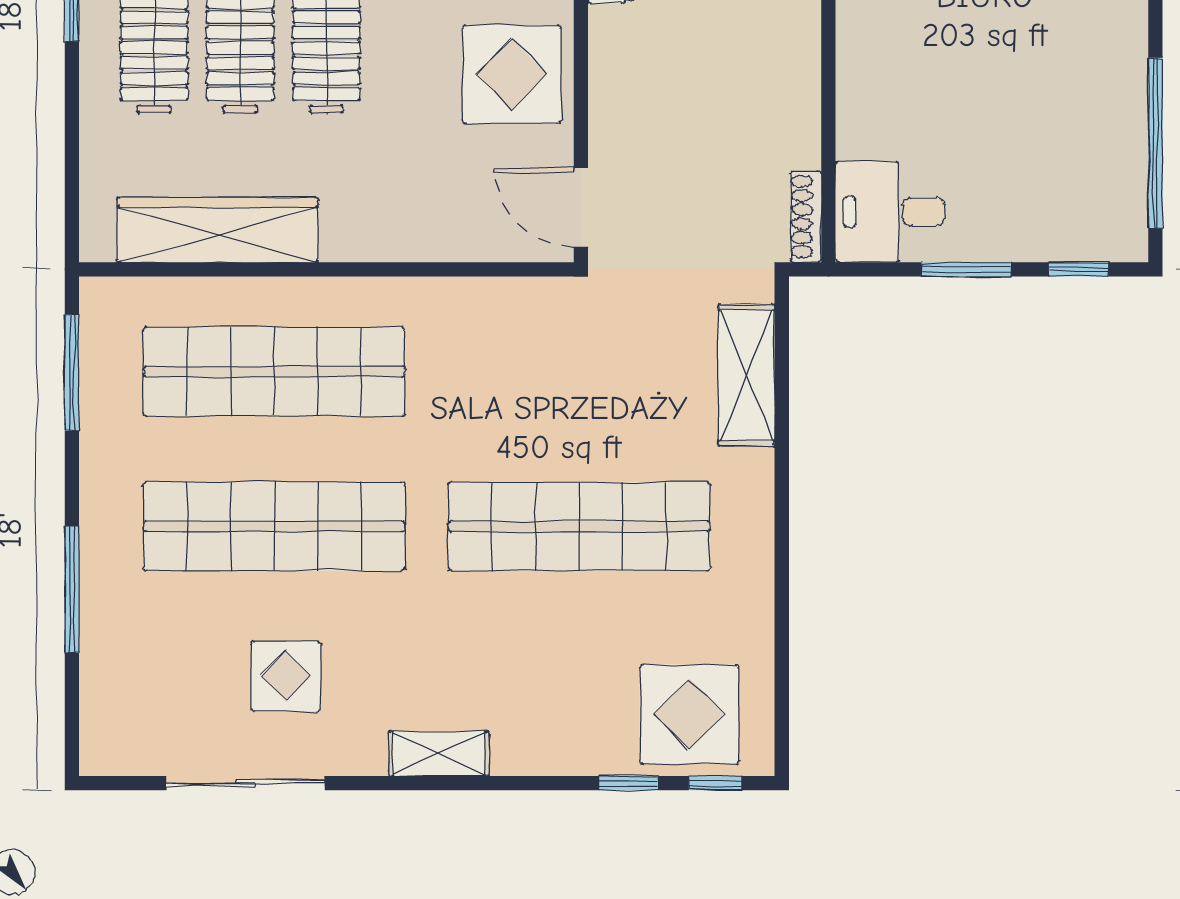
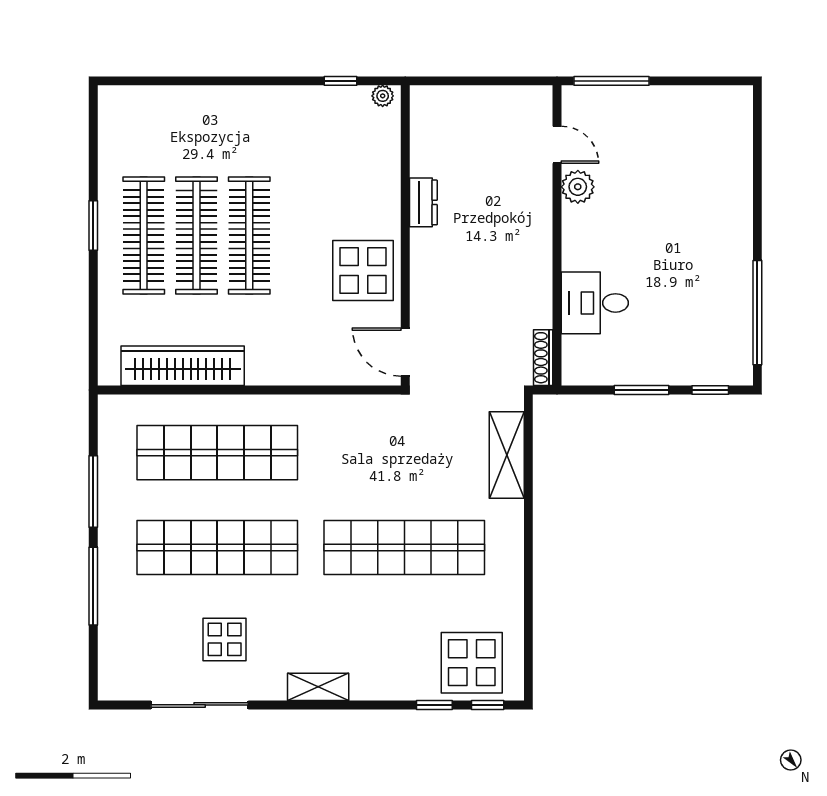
desk: (890, 212) -> (595, 303), moved
window: (72, 373) -> (93, 491), moved

